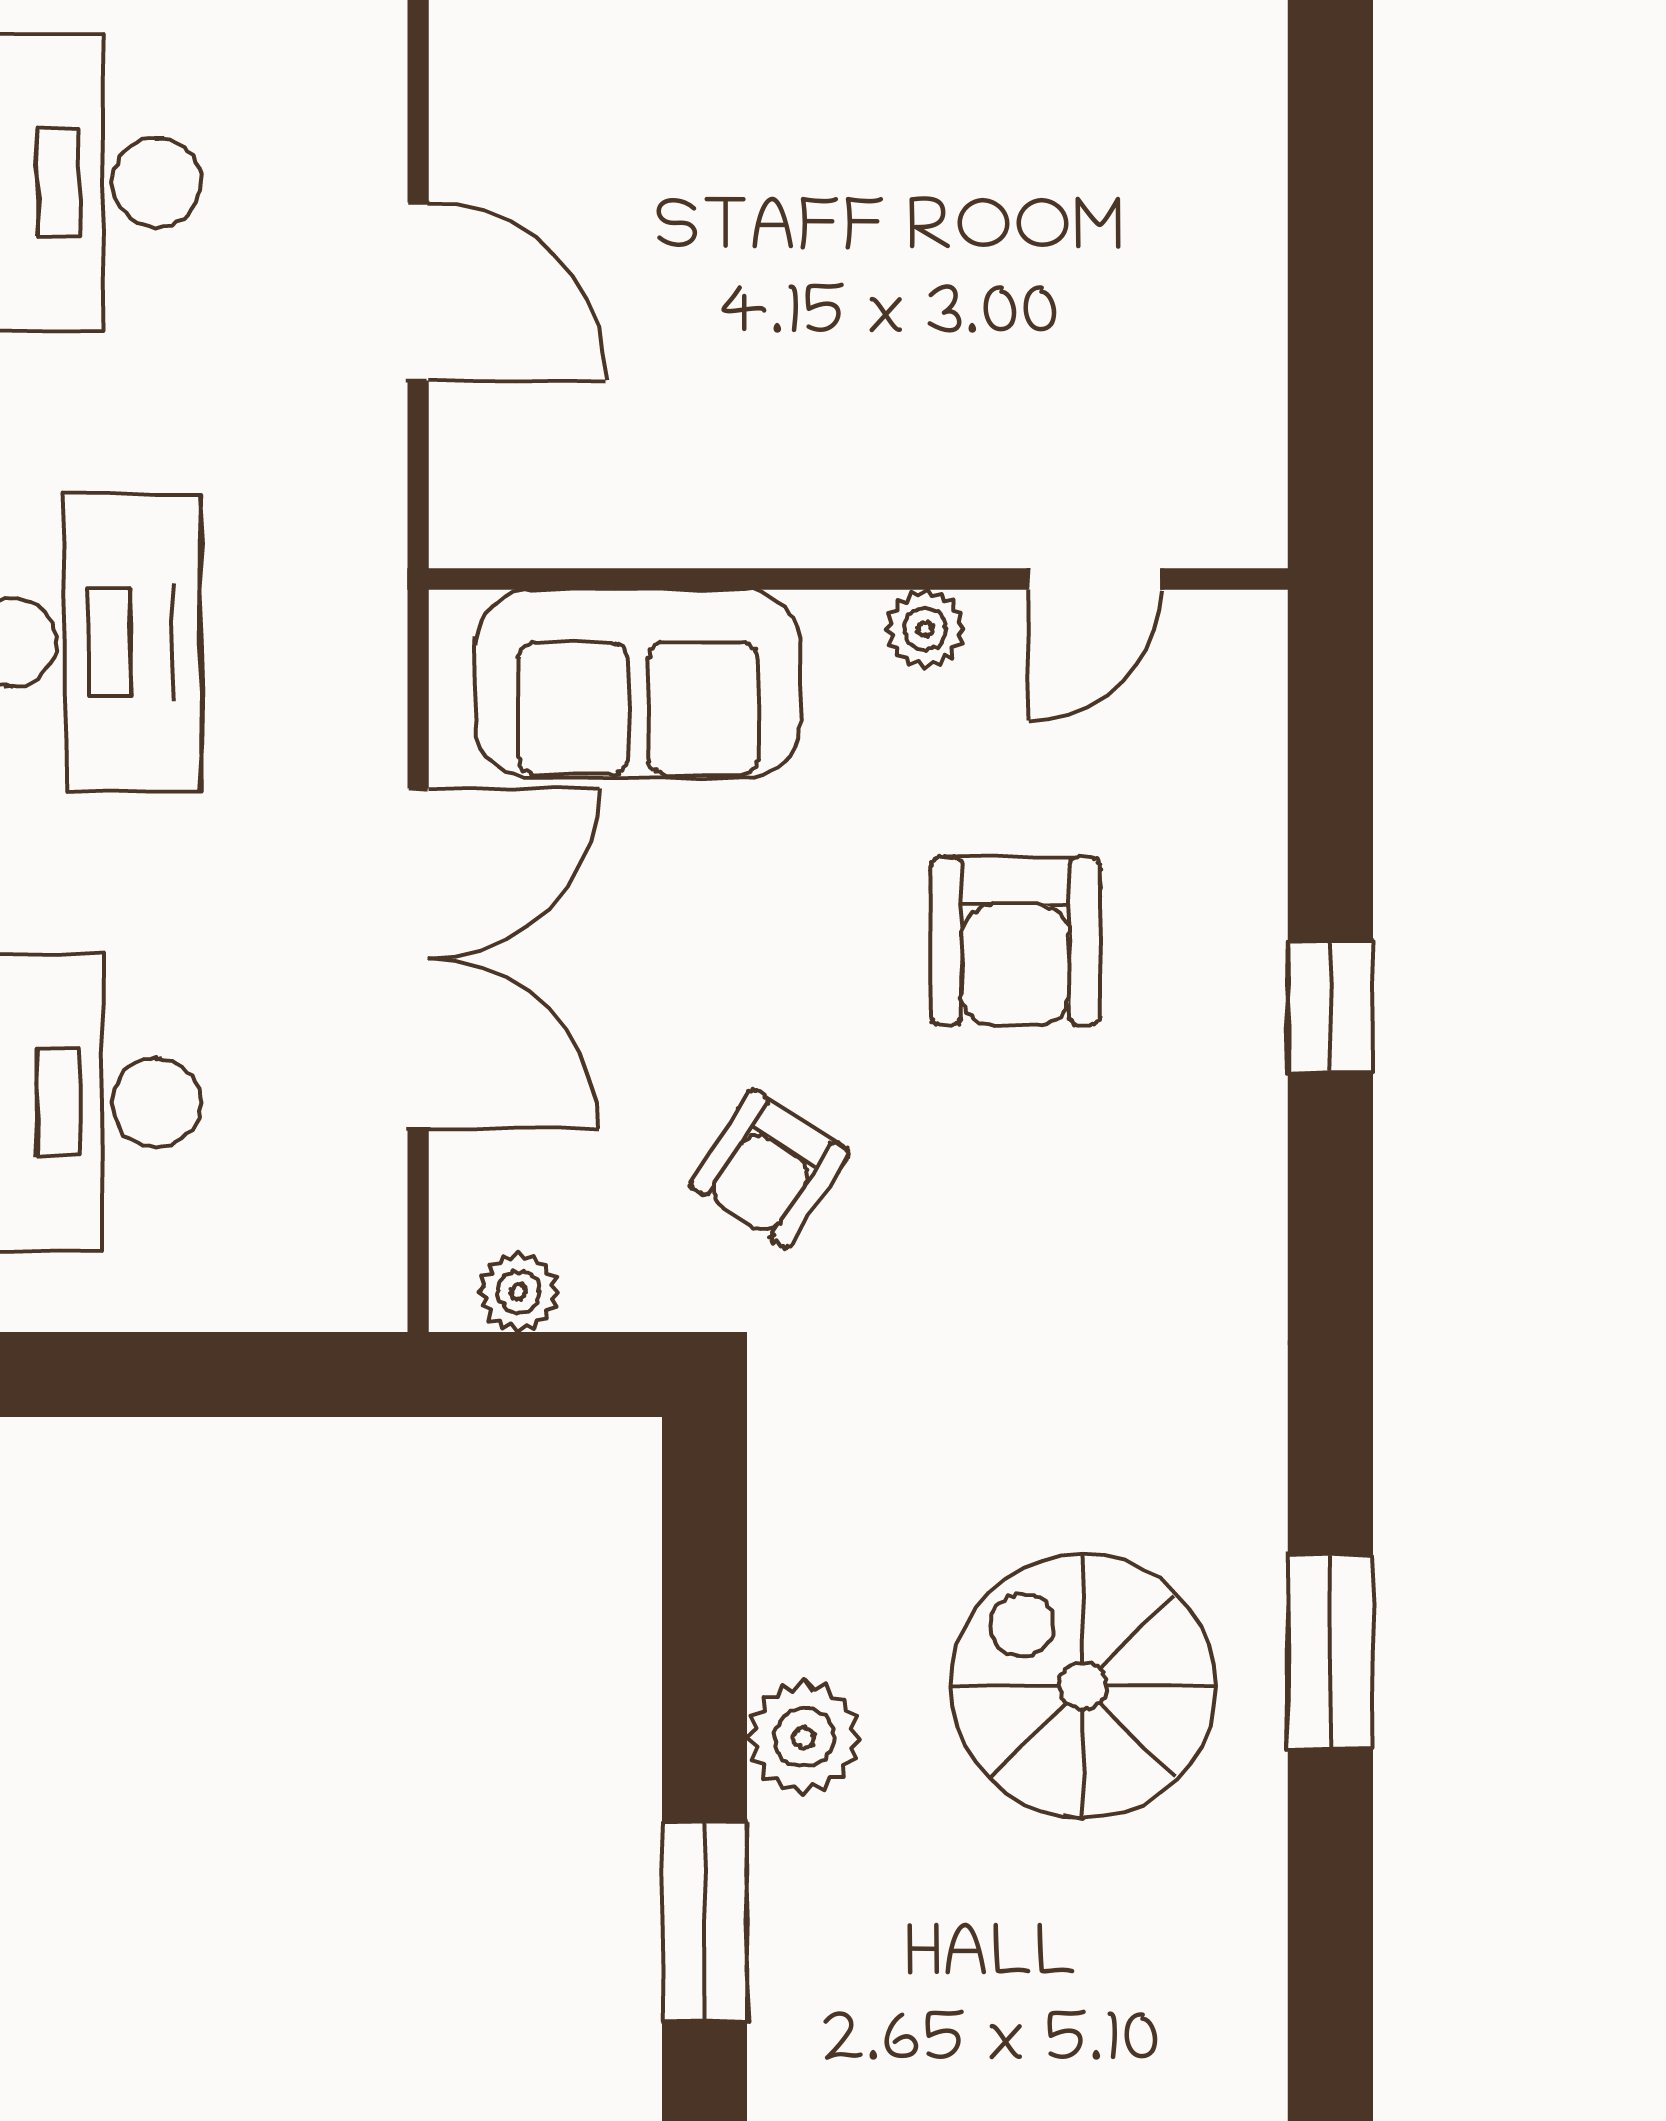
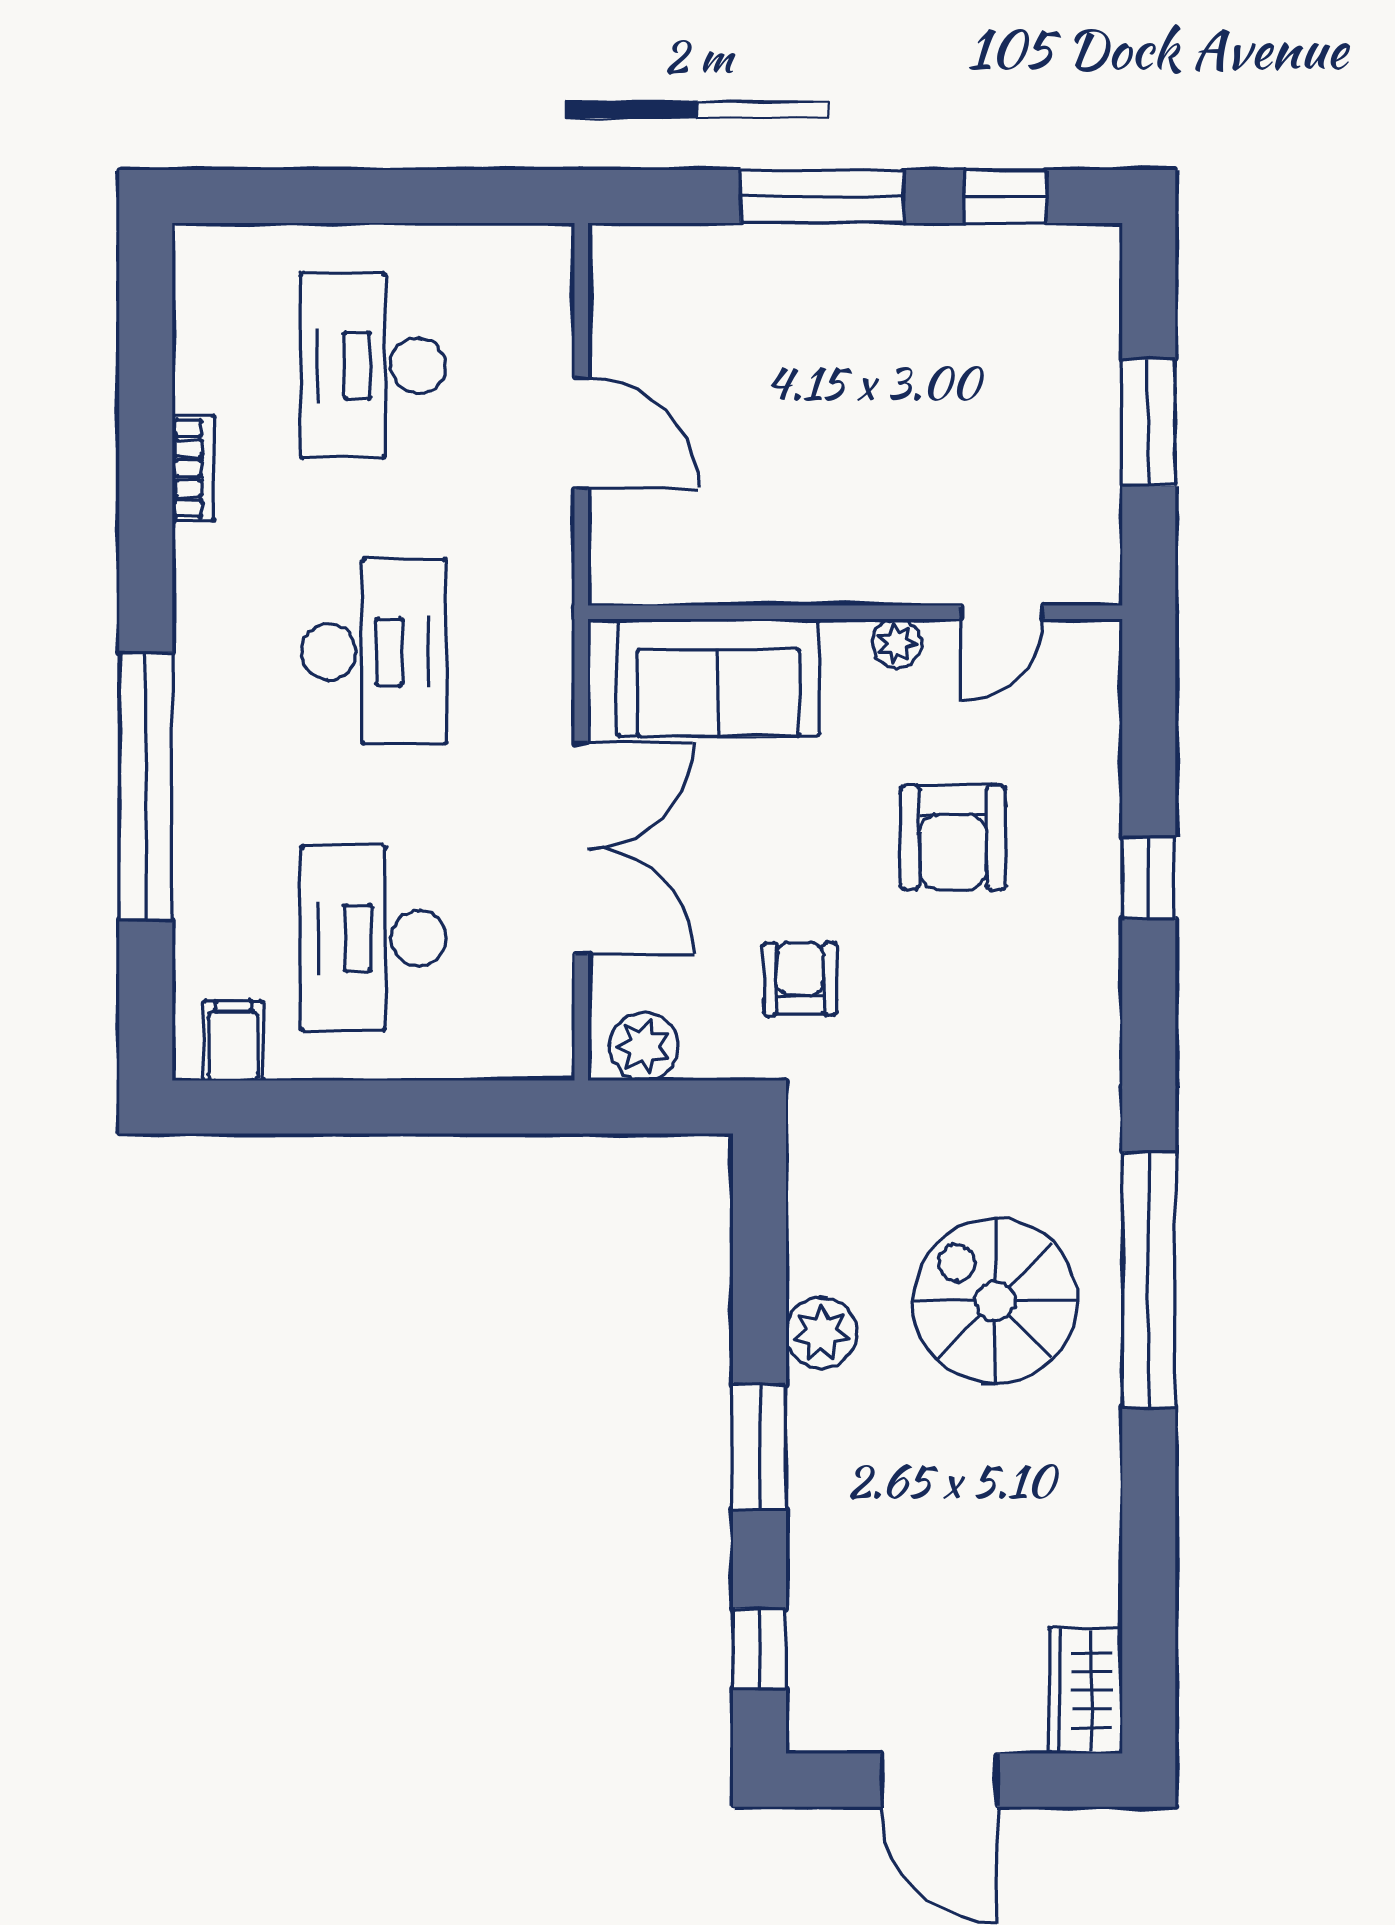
window: (1330, 274) -> (1149, 422), added
armchair: (770, 1169) -> (800, 979), turned 147
plant: (519, 1292) -> (644, 1046), width x1.38, depth x1.38
window: (1330, 1652) -> (1149, 1279), width x2.11

